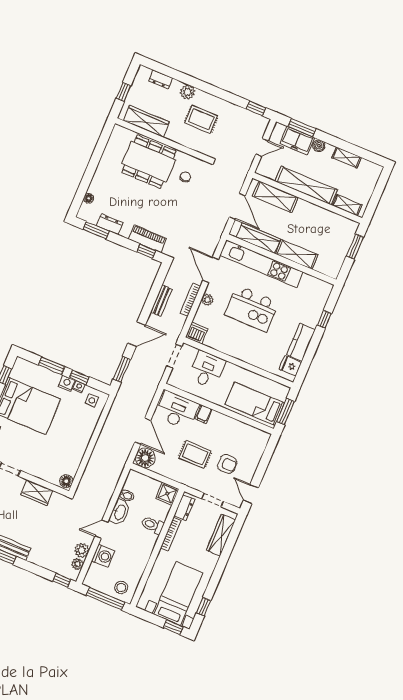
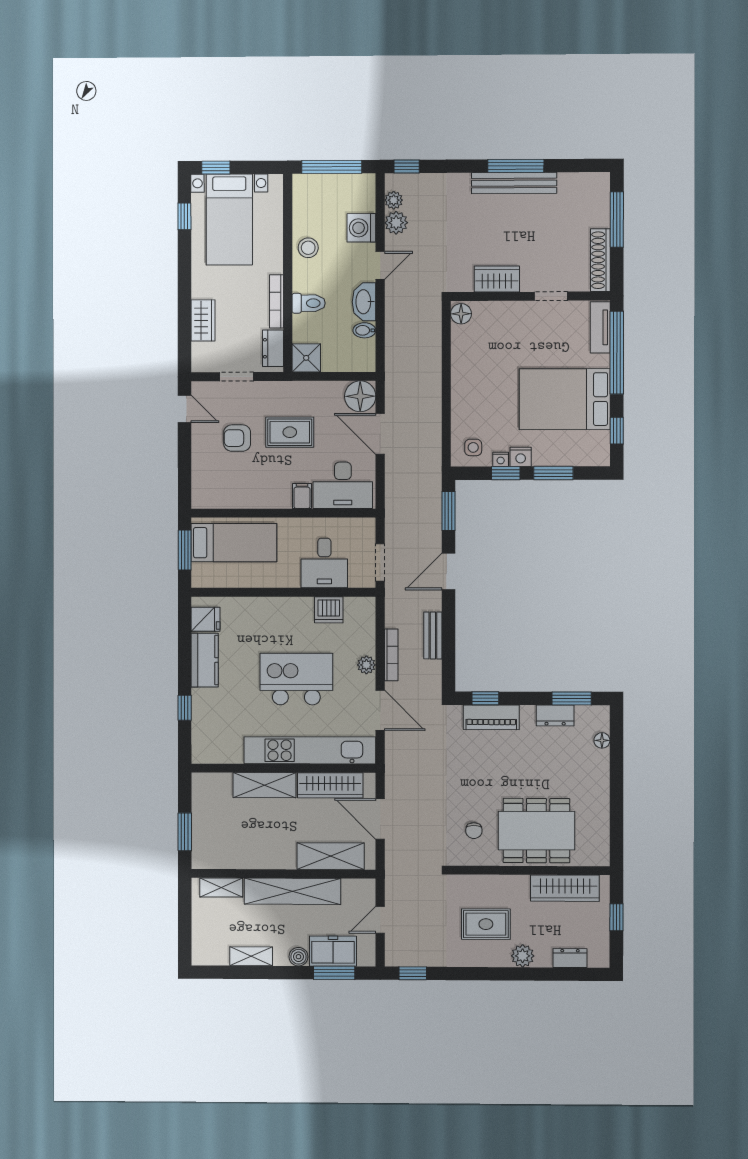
dishwasher: (197, 333) -> (329, 610), moved
wardrobe: (221, 535) -> (203, 320), width x0.67
stool: (121, 587) -> (308, 248), moved

